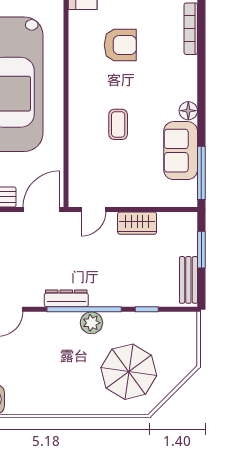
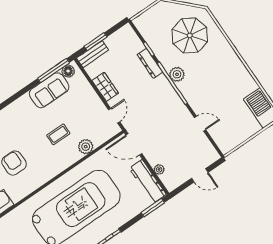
floor lamp: (188, 111) -> (68, 71), moved
plant: (80, 148) -> (86, 147), added
door: (94, 210) -> (114, 116), hinge flipped
bench: (188, 280) -> (93, 54), moved
dresser: (66, 298) -> (150, 63), moved

